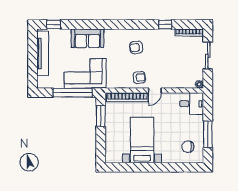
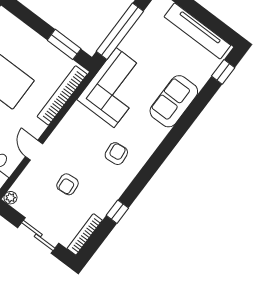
corner sofa: (85, 73) -> (115, 88), moved
armchair: (139, 78) -> (68, 184), moved
door: (155, 91) -> (34, 150), moved

